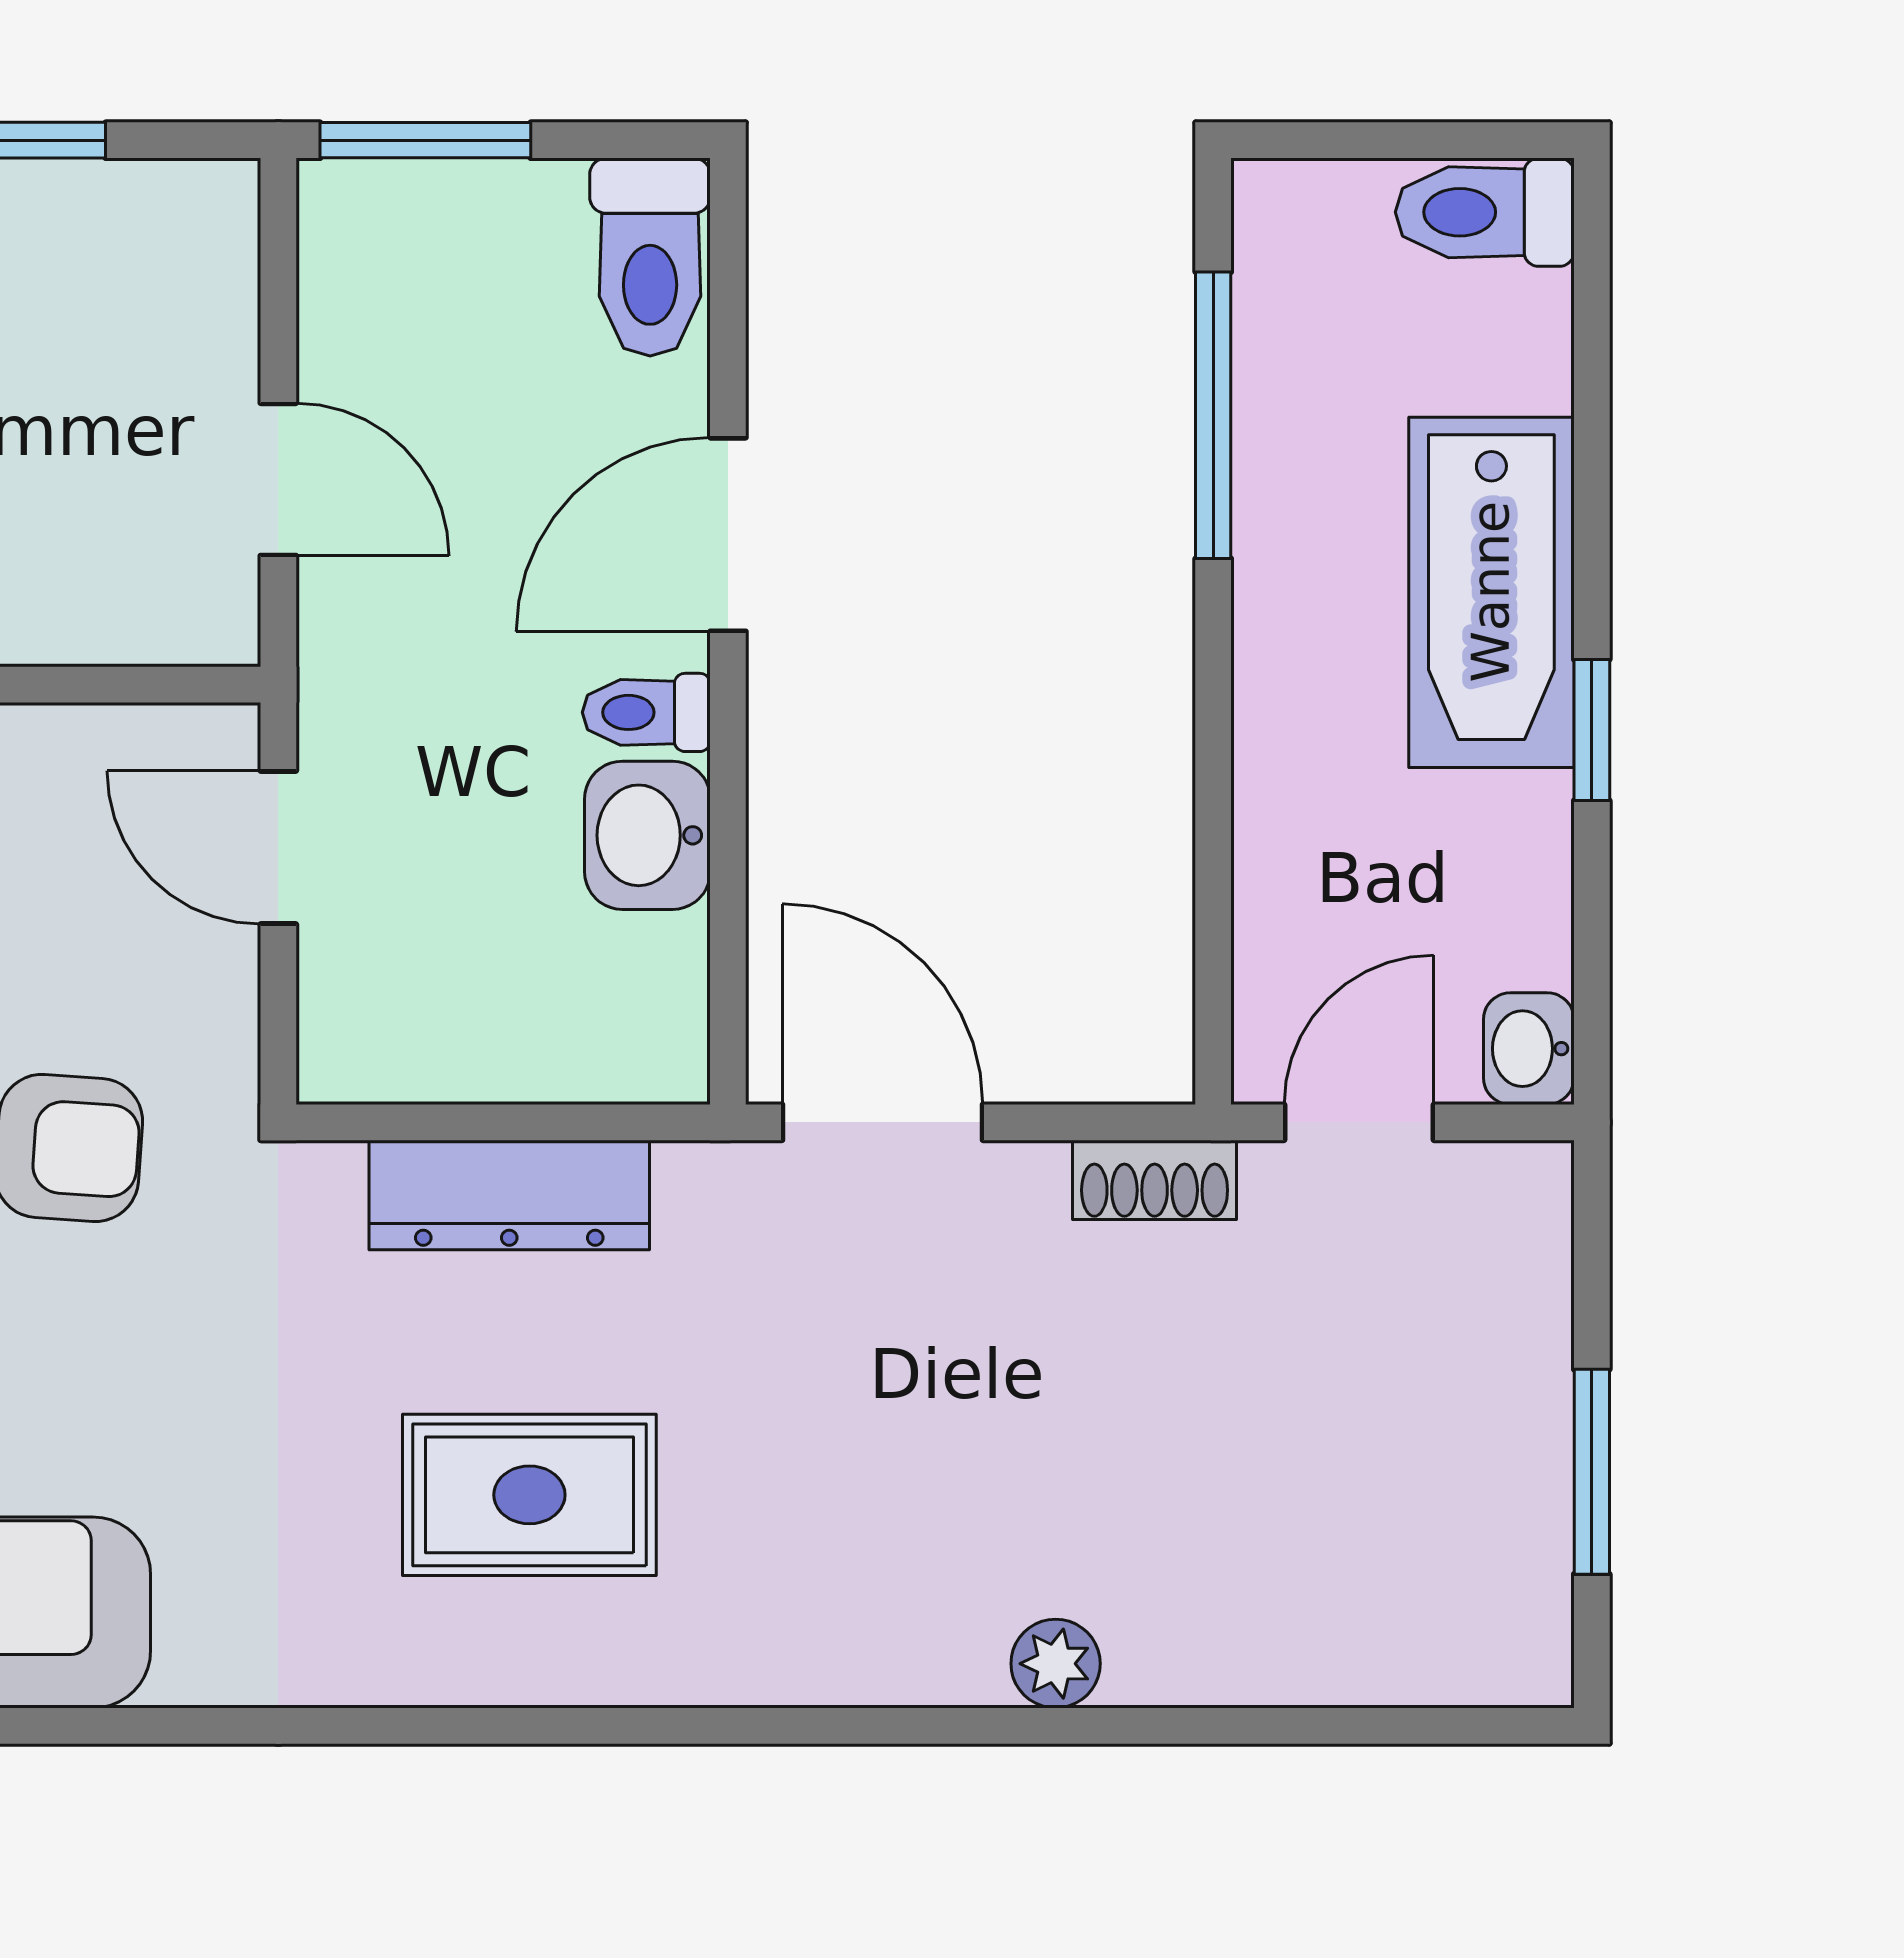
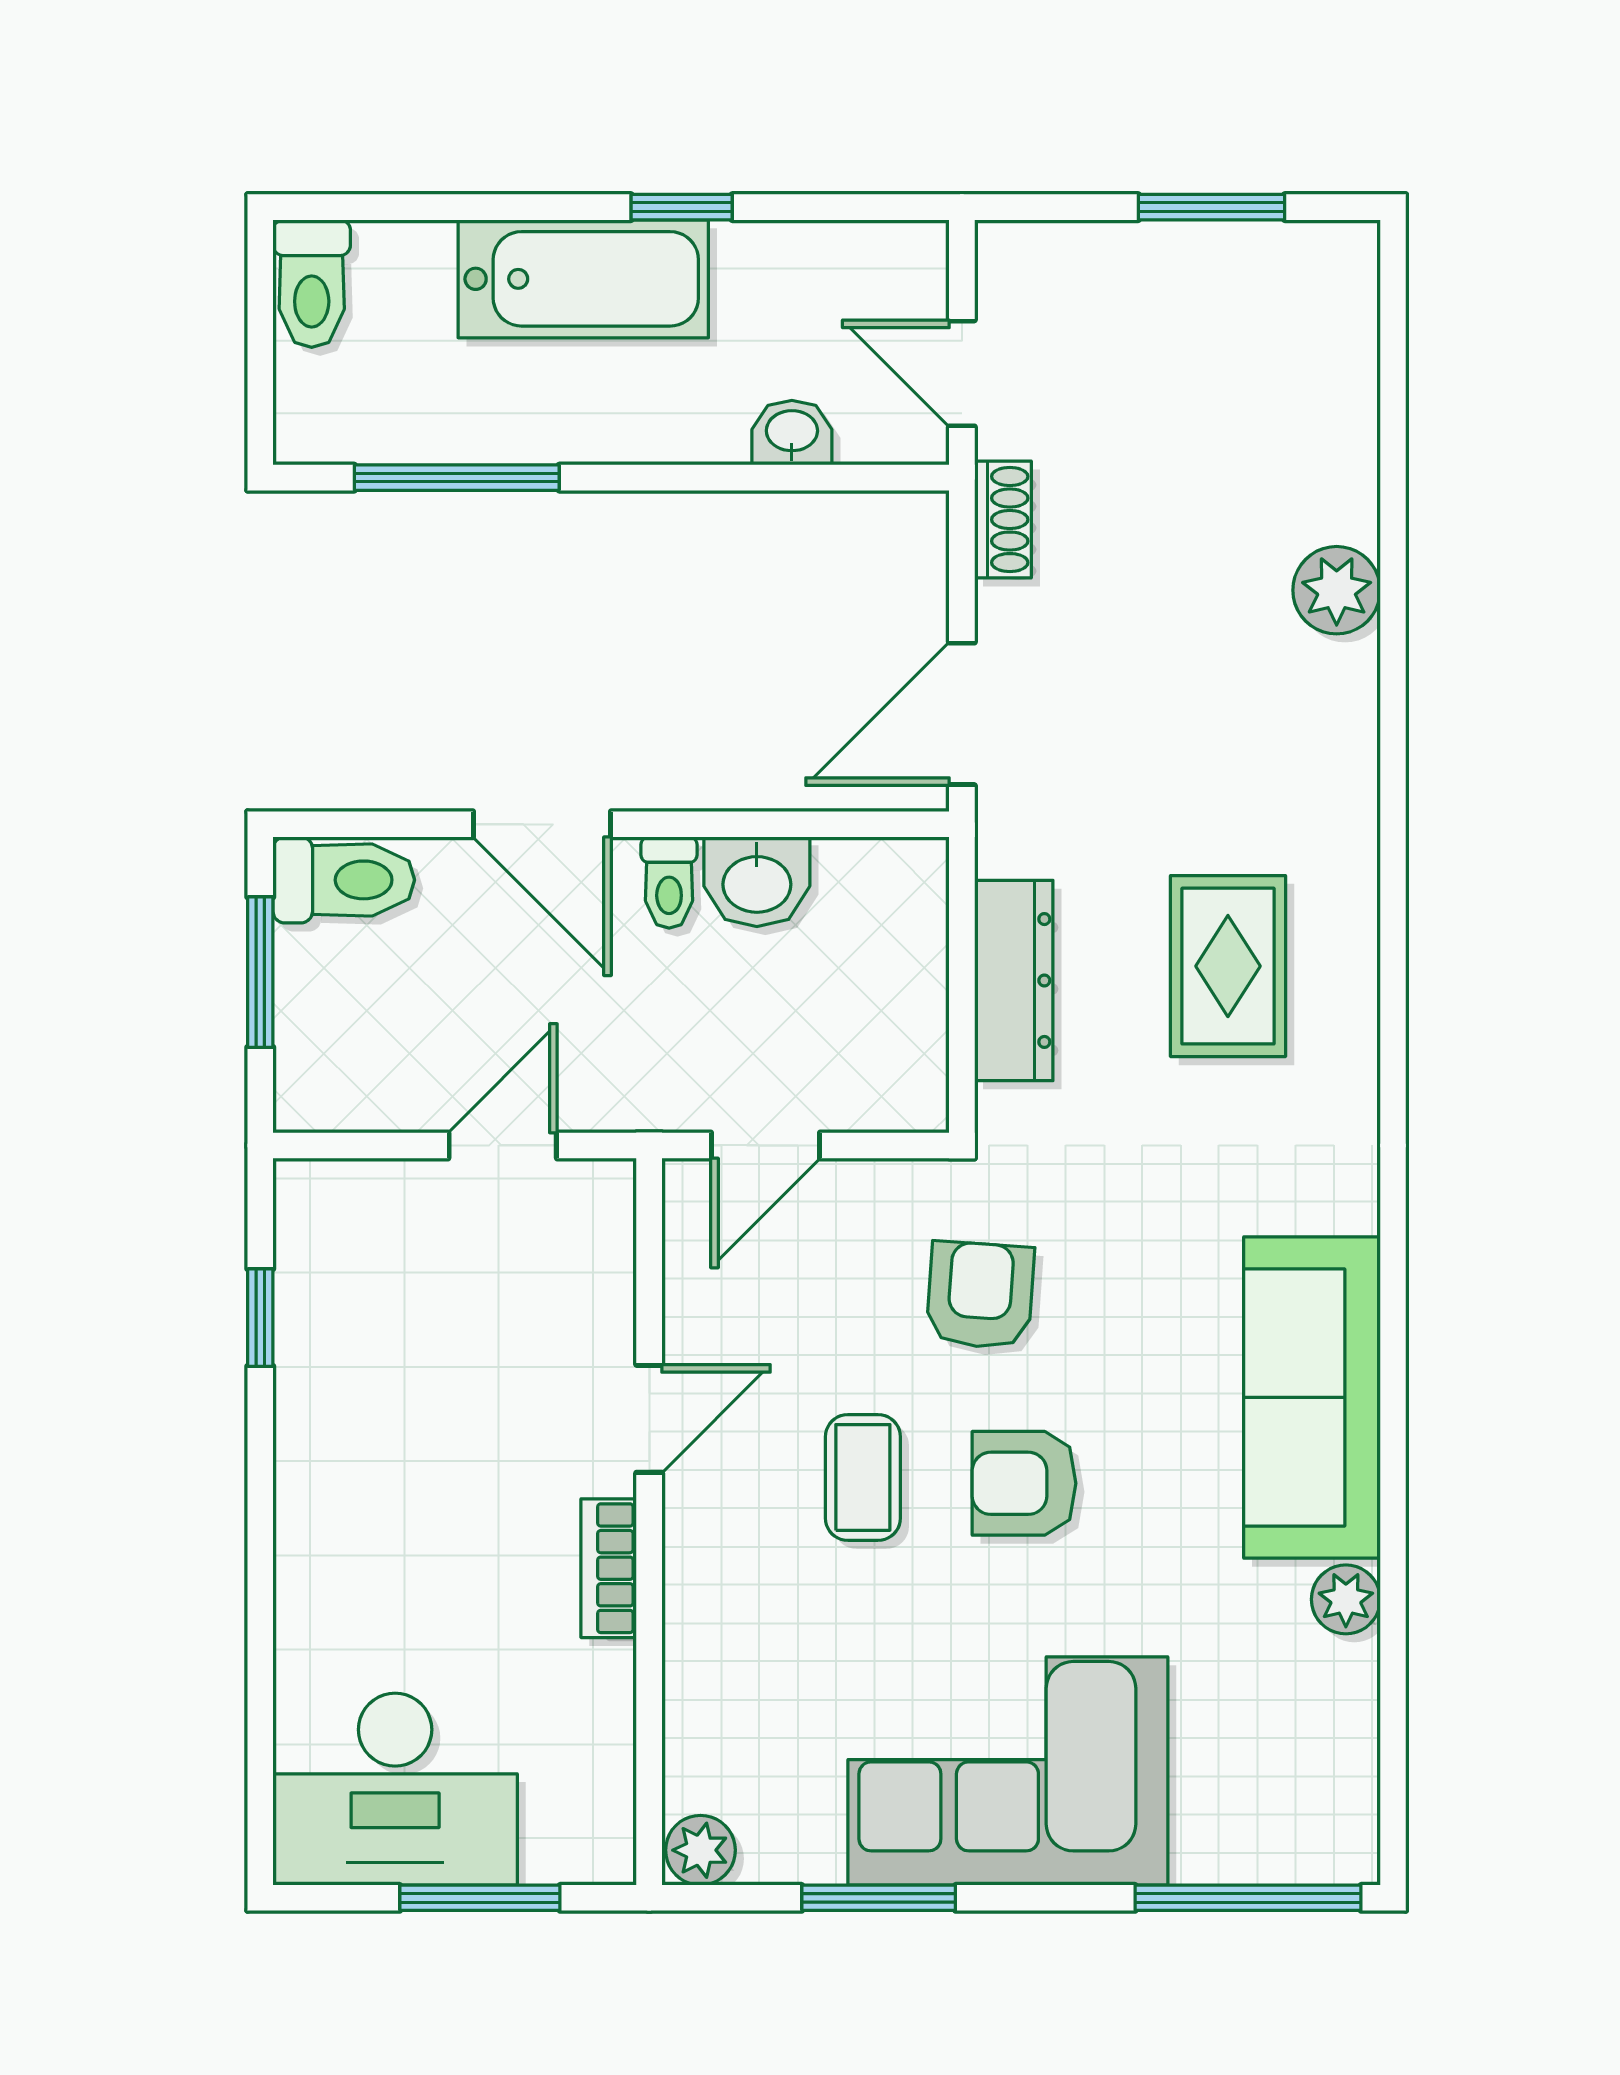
window: (425, 140) -> (260, 972), moved
washbasin: (1529, 1049) -> (792, 433), moved, turned 180
plant: (1056, 1664) -> (1337, 590), width x1.38, depth x1.38

